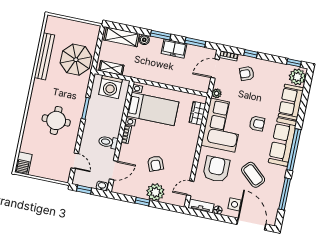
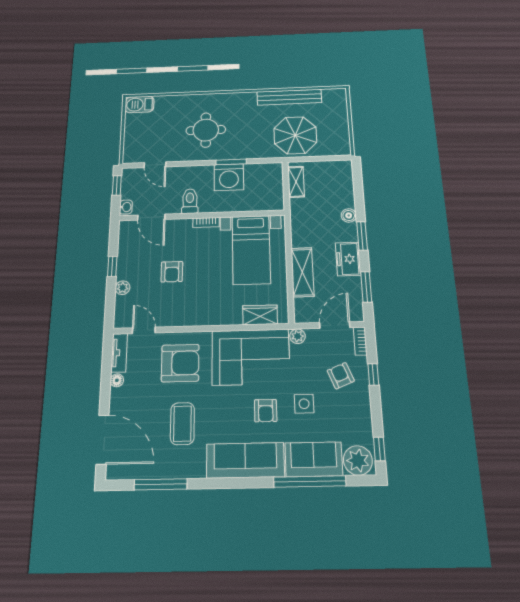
shelving: (122, 37) -> (302, 272), moved
door: (215, 69) -> (335, 325), hinge flipped
washing machine: (110, 87) -> (229, 177), moved, turned -90
window: (294, 150) -> (310, 482), moved
door: (75, 161) -> (155, 165), hinge flipped
armchair: (155, 163) -> (172, 272), turned -68
coffee table: (253, 175) -> (182, 424), turned -42
plant: (155, 192) -> (123, 288), width x0.53, depth x0.53
side table: (235, 204) -> (304, 404), moved
door: (251, 224) -> (103, 440), hinge flipped

